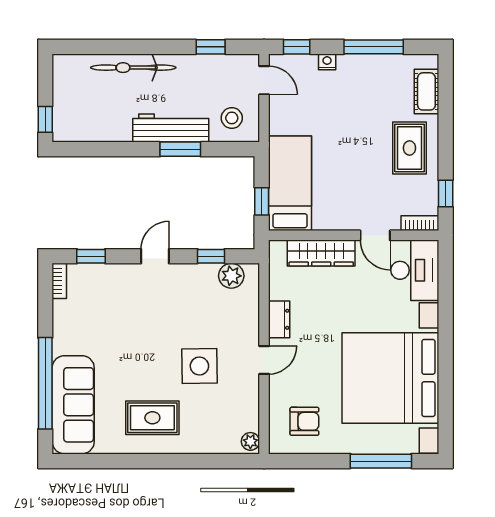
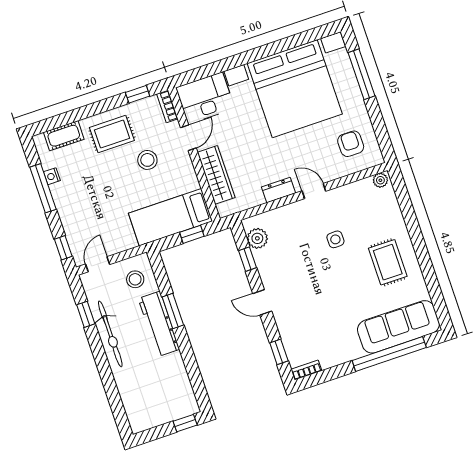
nightstand: (327, 62) -> (52, 176), moved
bicycle: (133, 68) -> (110, 334), moved
stool: (365, 179) -> (147, 160), added
side table: (199, 366) -> (335, 239), width x0.54, depth x0.54

